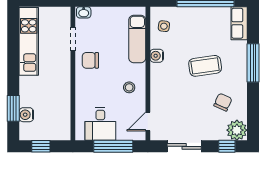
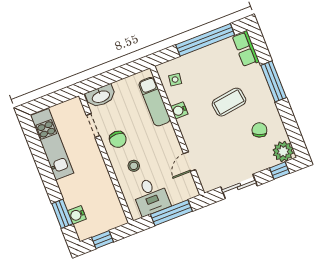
washbasin: (84, 12) -> (101, 96), width x1.91, depth x1.45
chair: (90, 60) -> (118, 139), turned -90
stool: (129, 87) -> (134, 166), moved
door: (148, 122) -> (189, 162), moved

